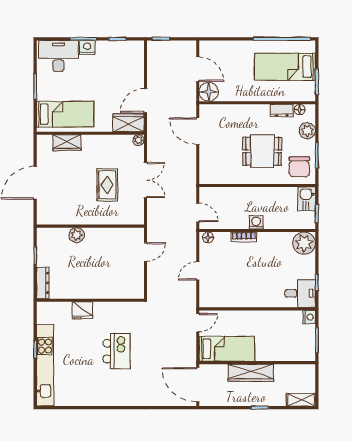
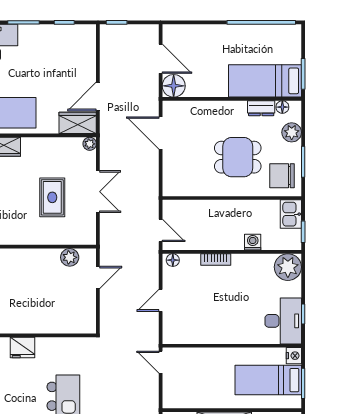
nightstand: (87, 47) -> (28, 33), removed
bed: (285, 67) -> (265, 81), moved
chair: (299, 167) -> (282, 176), turned 90
washing machine: (256, 222) -> (253, 242), moved
plant: (77, 235) -> (70, 257), moved
desk: (300, 293) -> (283, 321), width x1.37
door: (198, 323) -> (161, 362), swing flipped
bed: (227, 349) -> (268, 380), moved, turned 180

